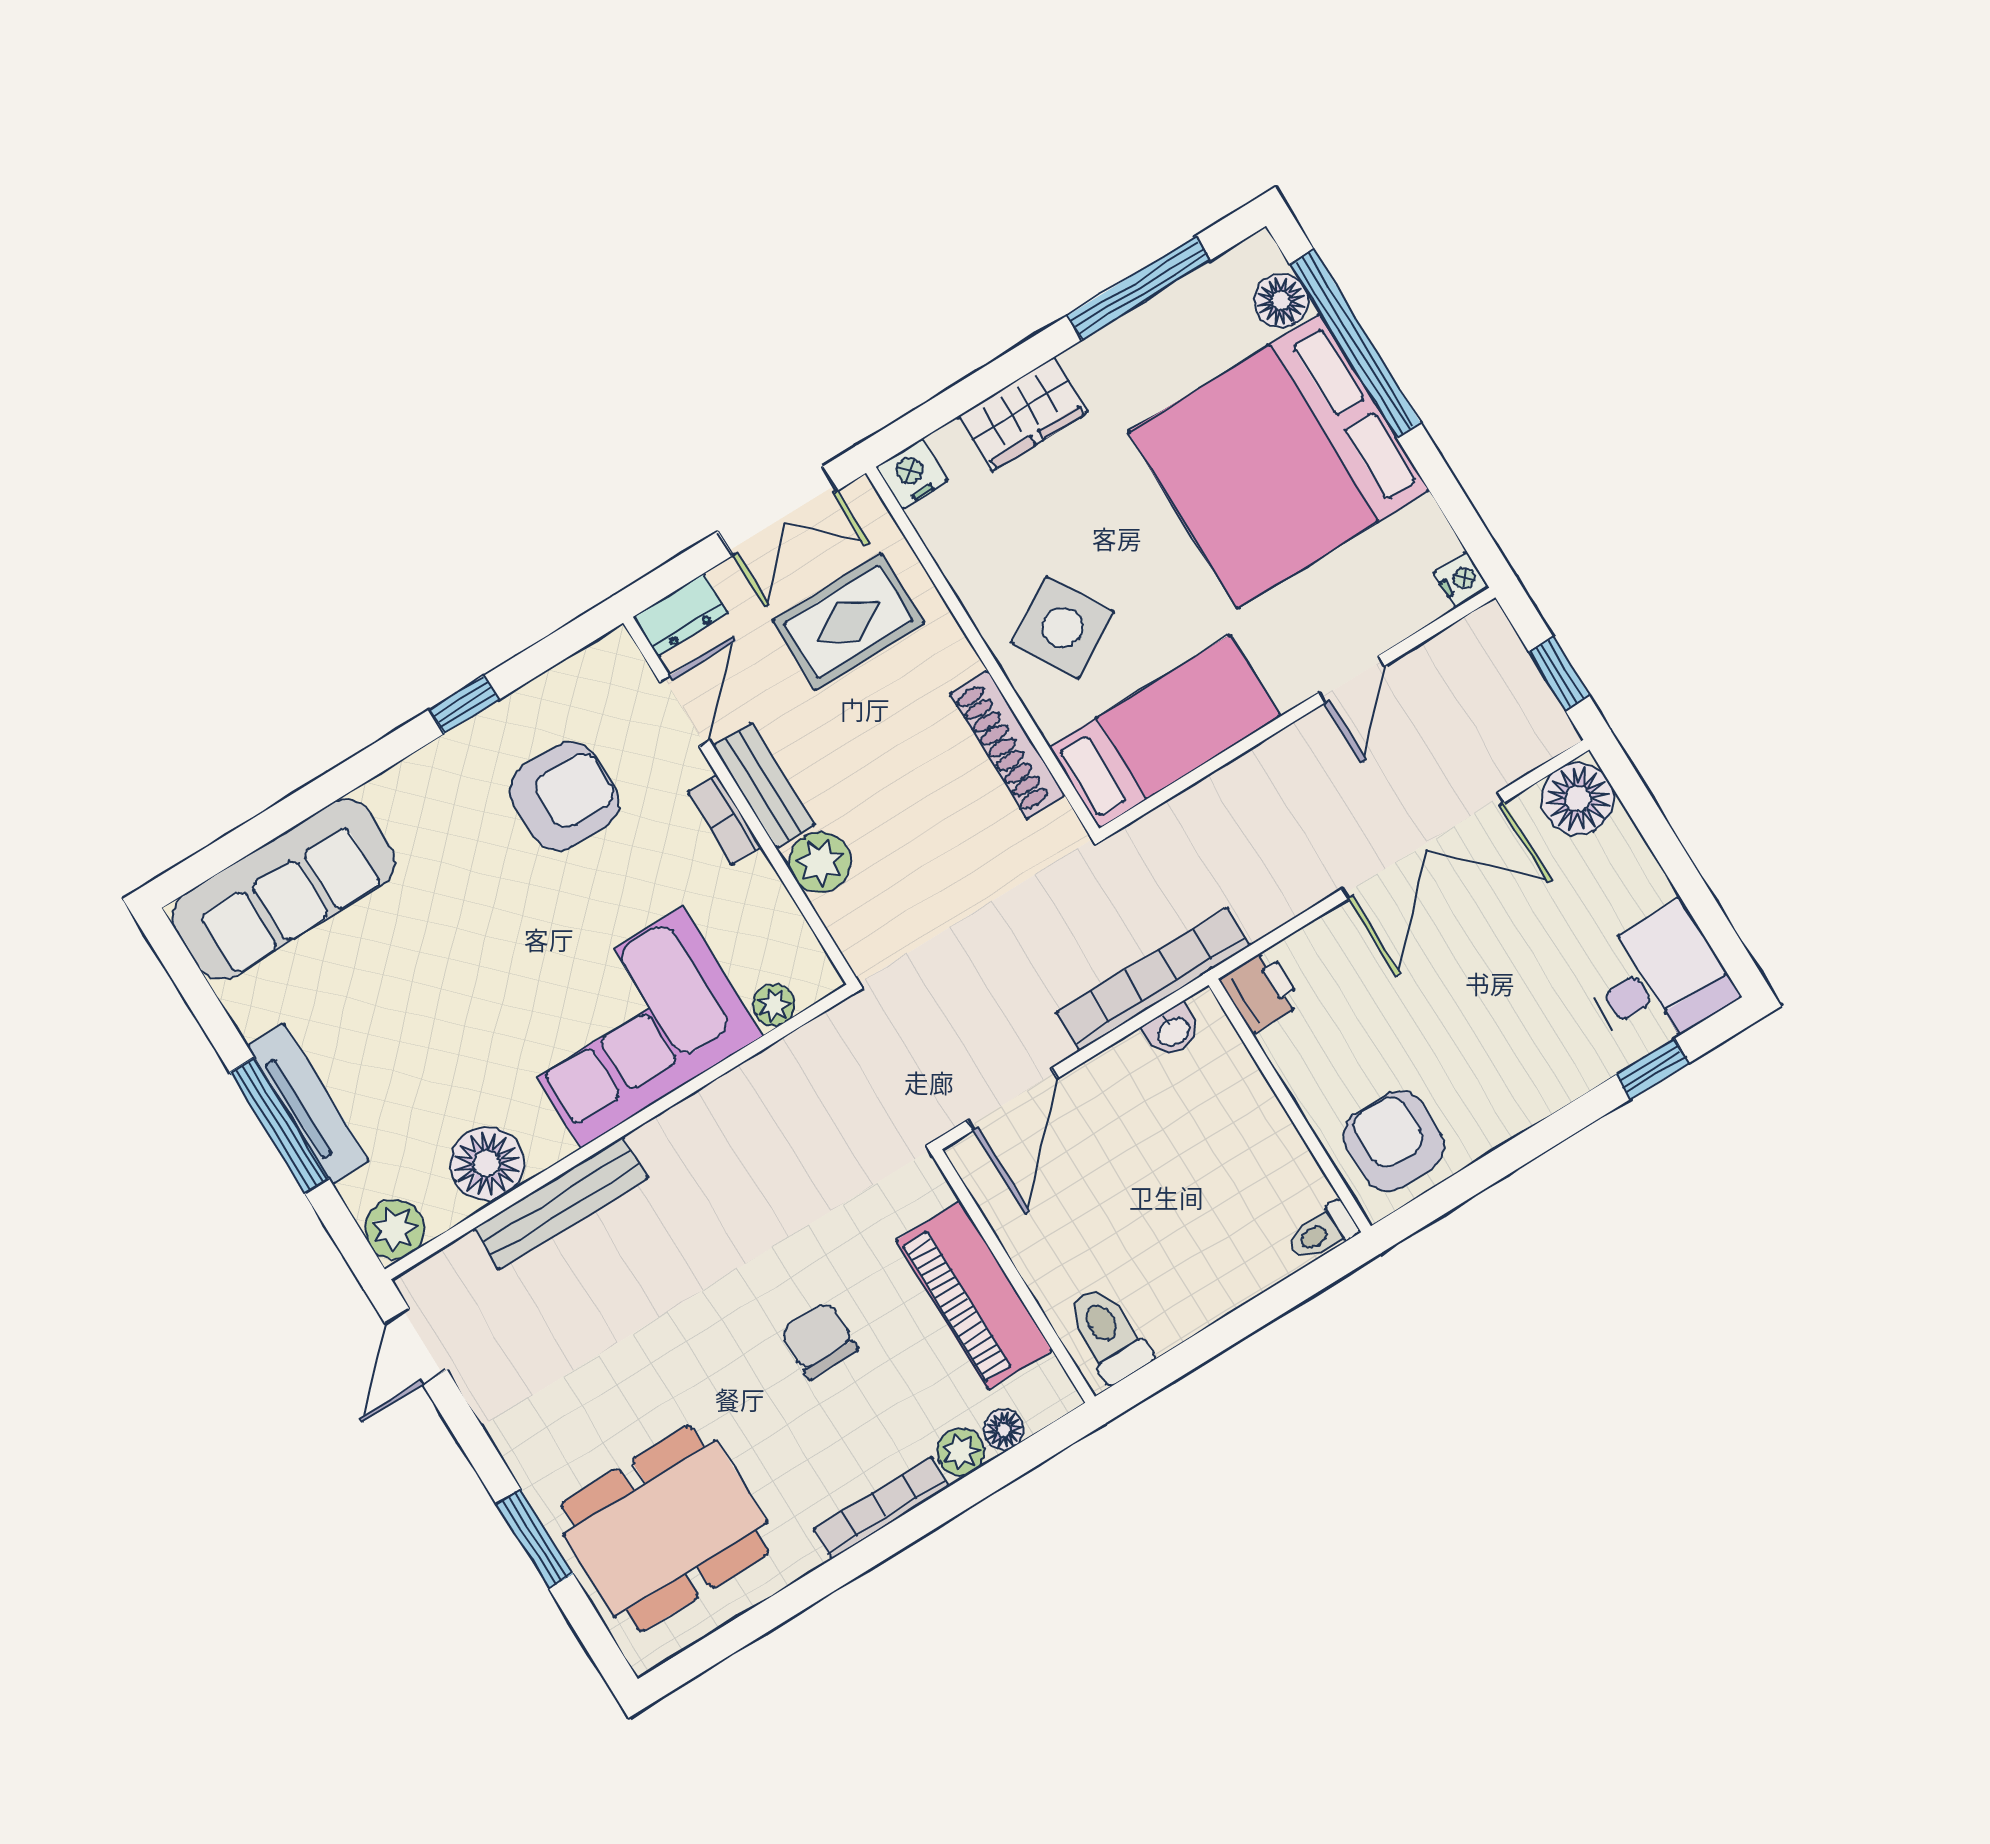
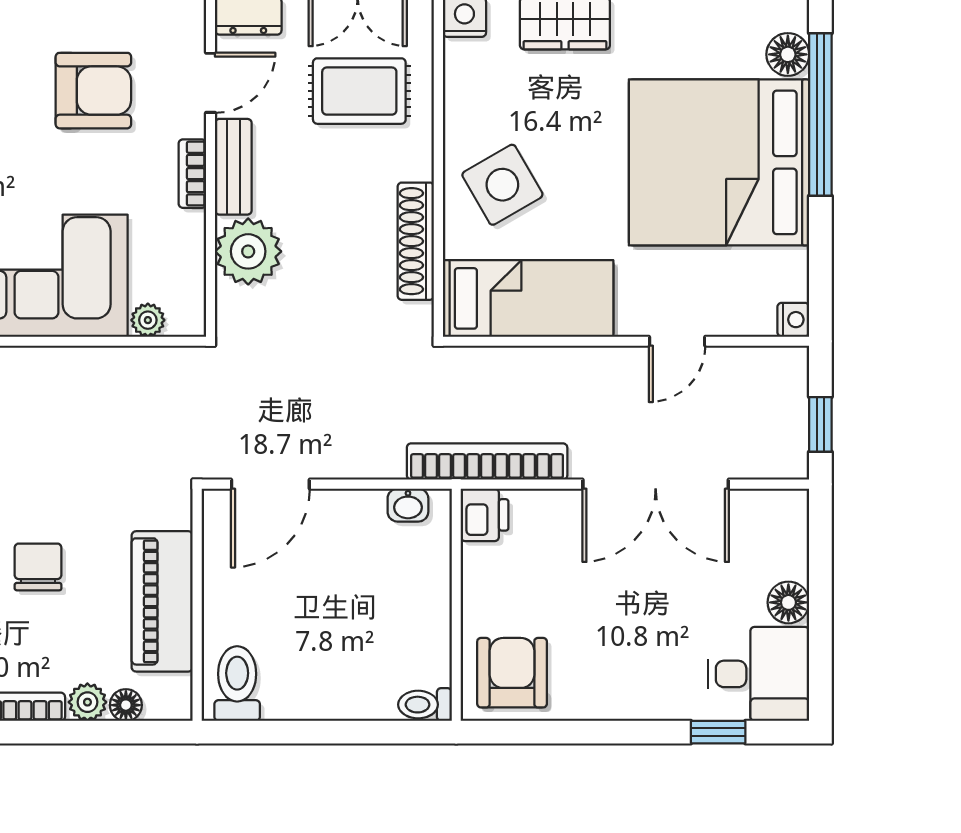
floor lamp: (1578, 799) -> (788, 602), moved, width x0.73, depth x0.73
plant: (820, 862) -> (248, 251), width x1.36, depth x1.36
bookcase: (1153, 979) -> (487, 462), moved

